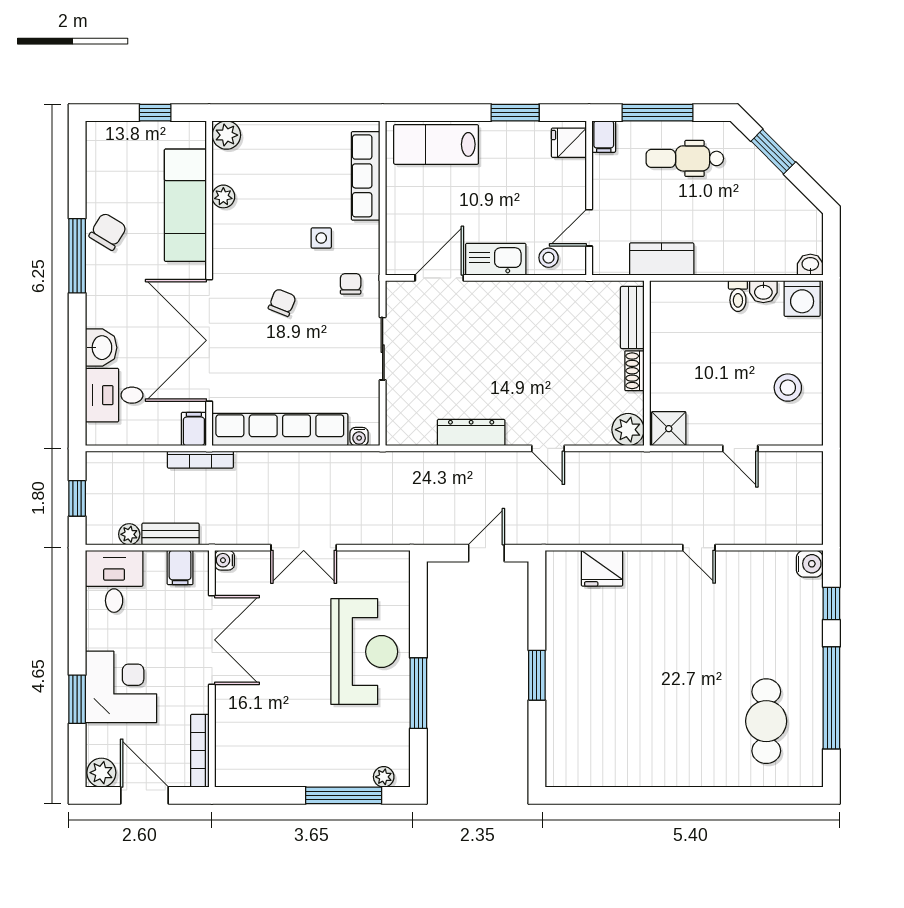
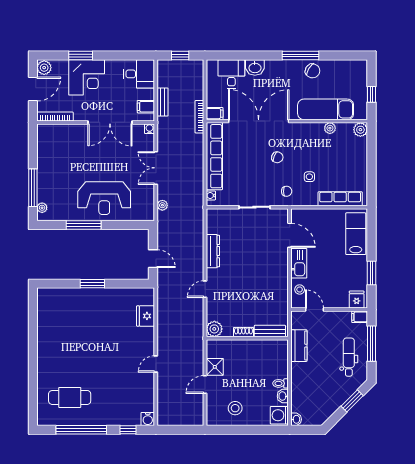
shower: (669, 429) -> (215, 367), moved
plant: (129, 534) -> (162, 205), moved

